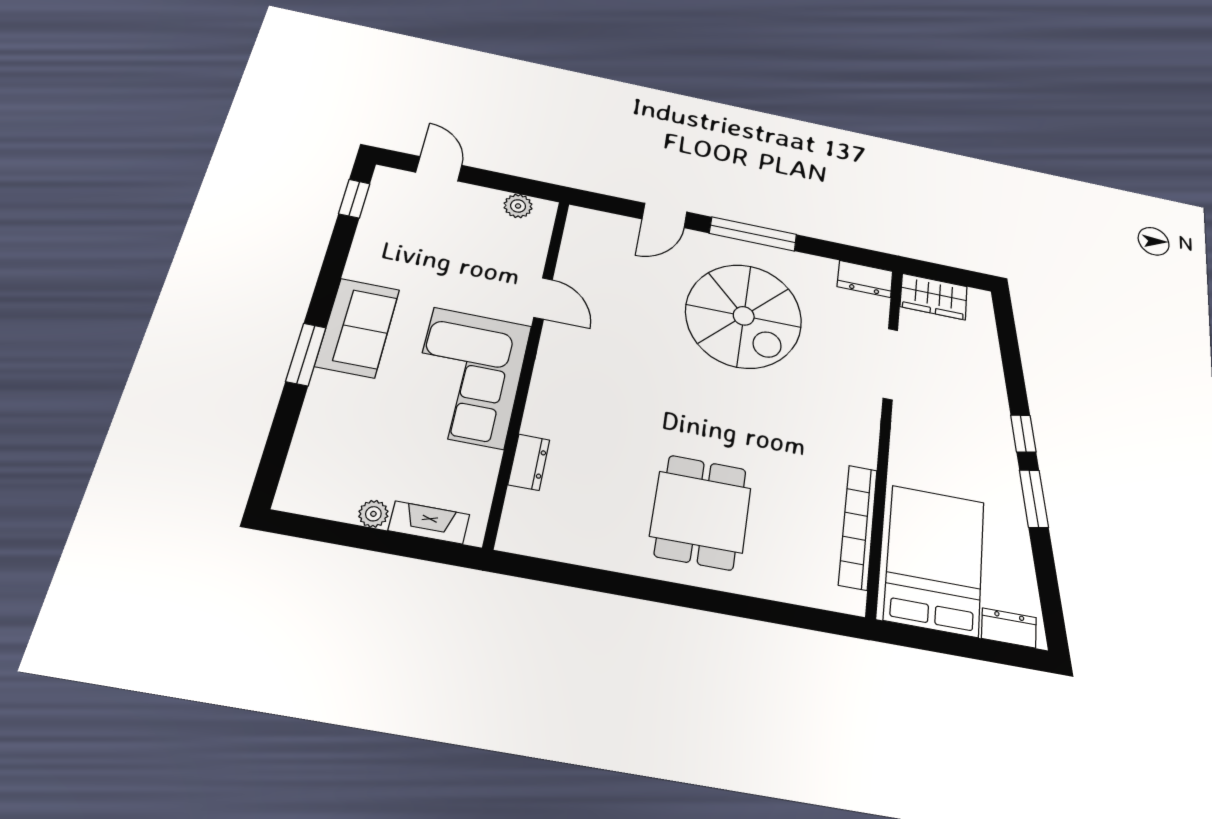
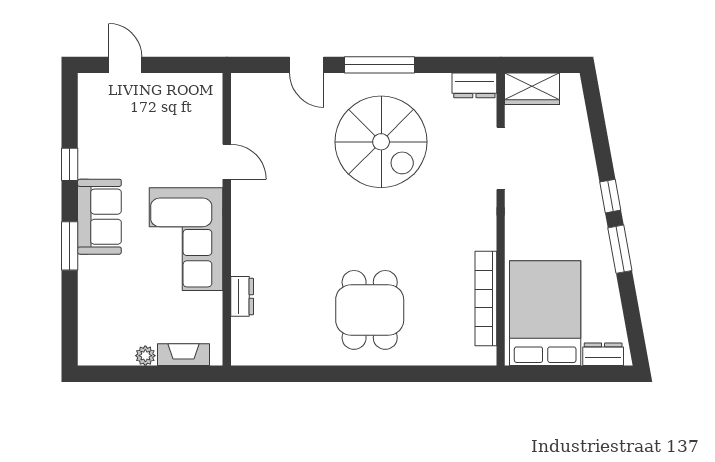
window: (354, 199) -> (70, 164), moved
plant: (518, 206) -> (192, 84), removed
door: (664, 216) -> (307, 65), hinge flipped

